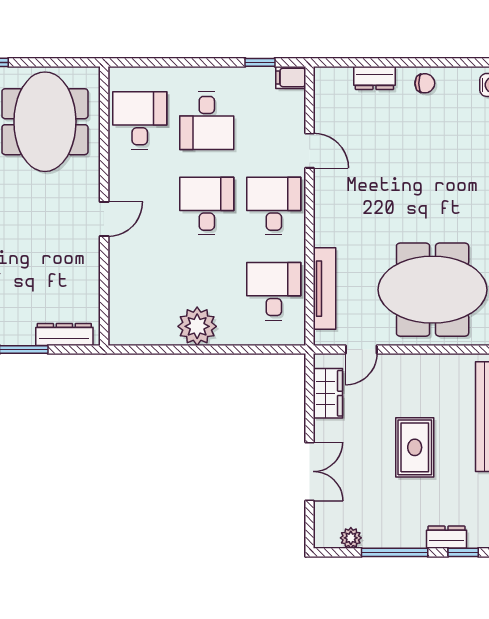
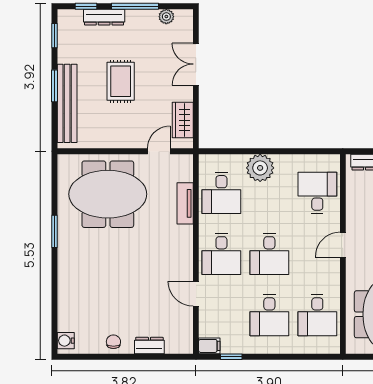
chair: (425, 83) -> (113, 342), turned 90
desk: (207, 121) -> (269, 315), turned 180
tv unit: (325, 289) -> (185, 203), width x0.71
desk: (140, 291) -> (317, 193), added
plant: (197, 326) -> (260, 168), moved
dresser: (447, 537) -> (104, 17), width x1.44

